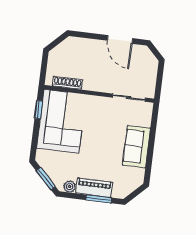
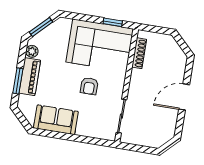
door: (120, 39) -> (184, 97), moved
armchair: (101, 130) -> (89, 86), added
sofa: (137, 147) -> (56, 120), moved

